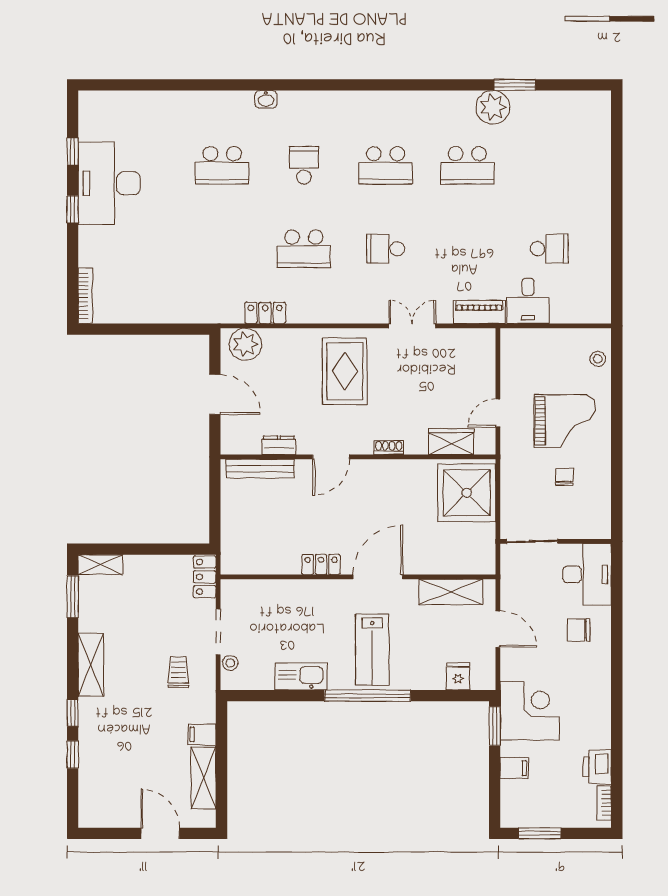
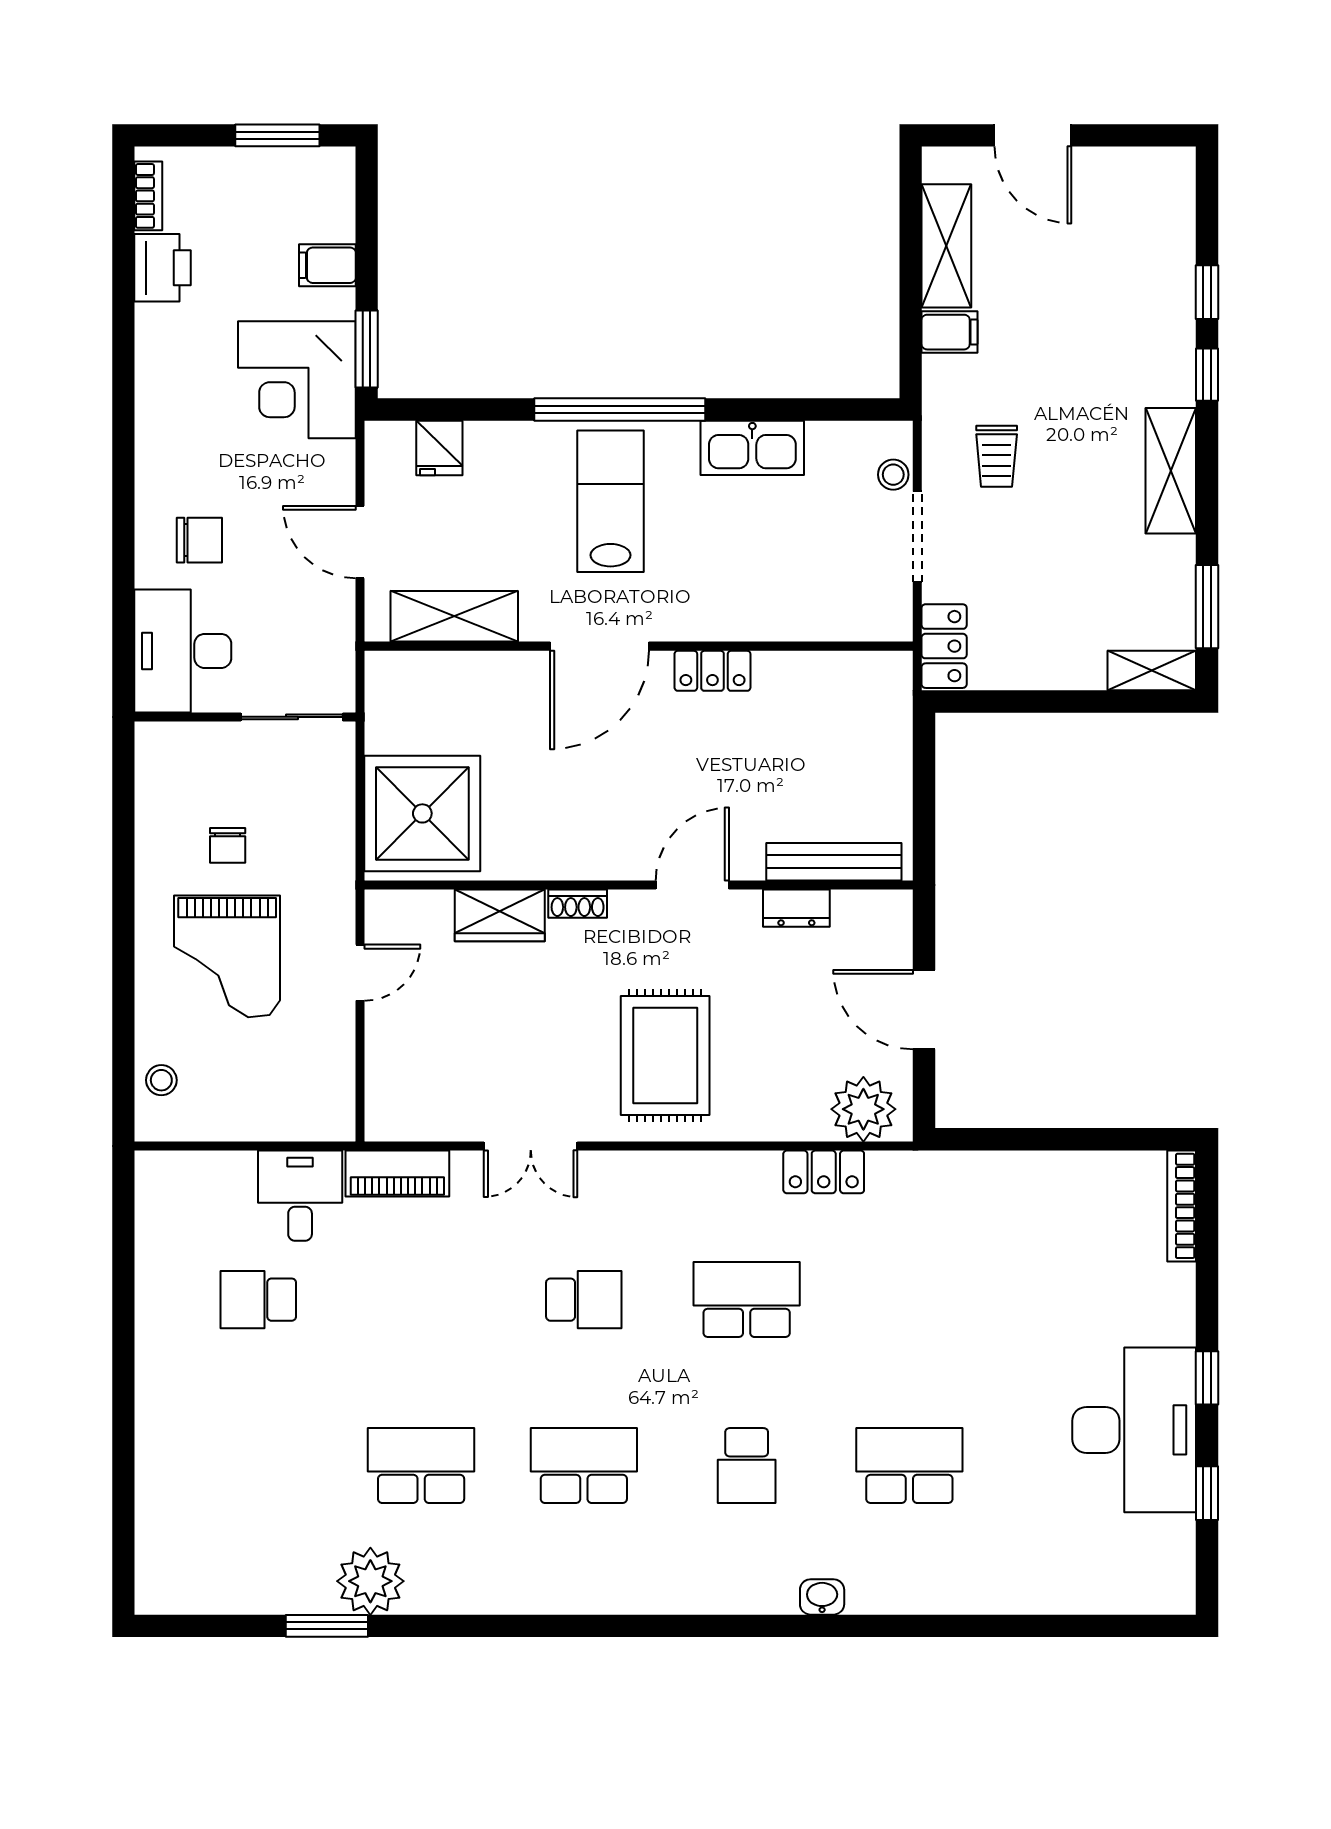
grand piano: (565, 421) -> (227, 956), turned -90
wardrobe: (451, 442) -> (500, 915), moved

